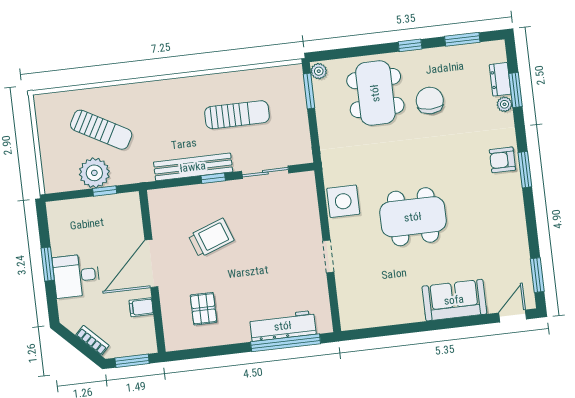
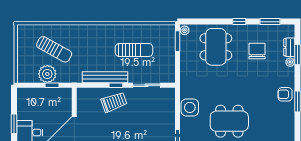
chair: (430, 100) -> (257, 51), moved
trolley: (211, 238) -> (114, 102), moved

